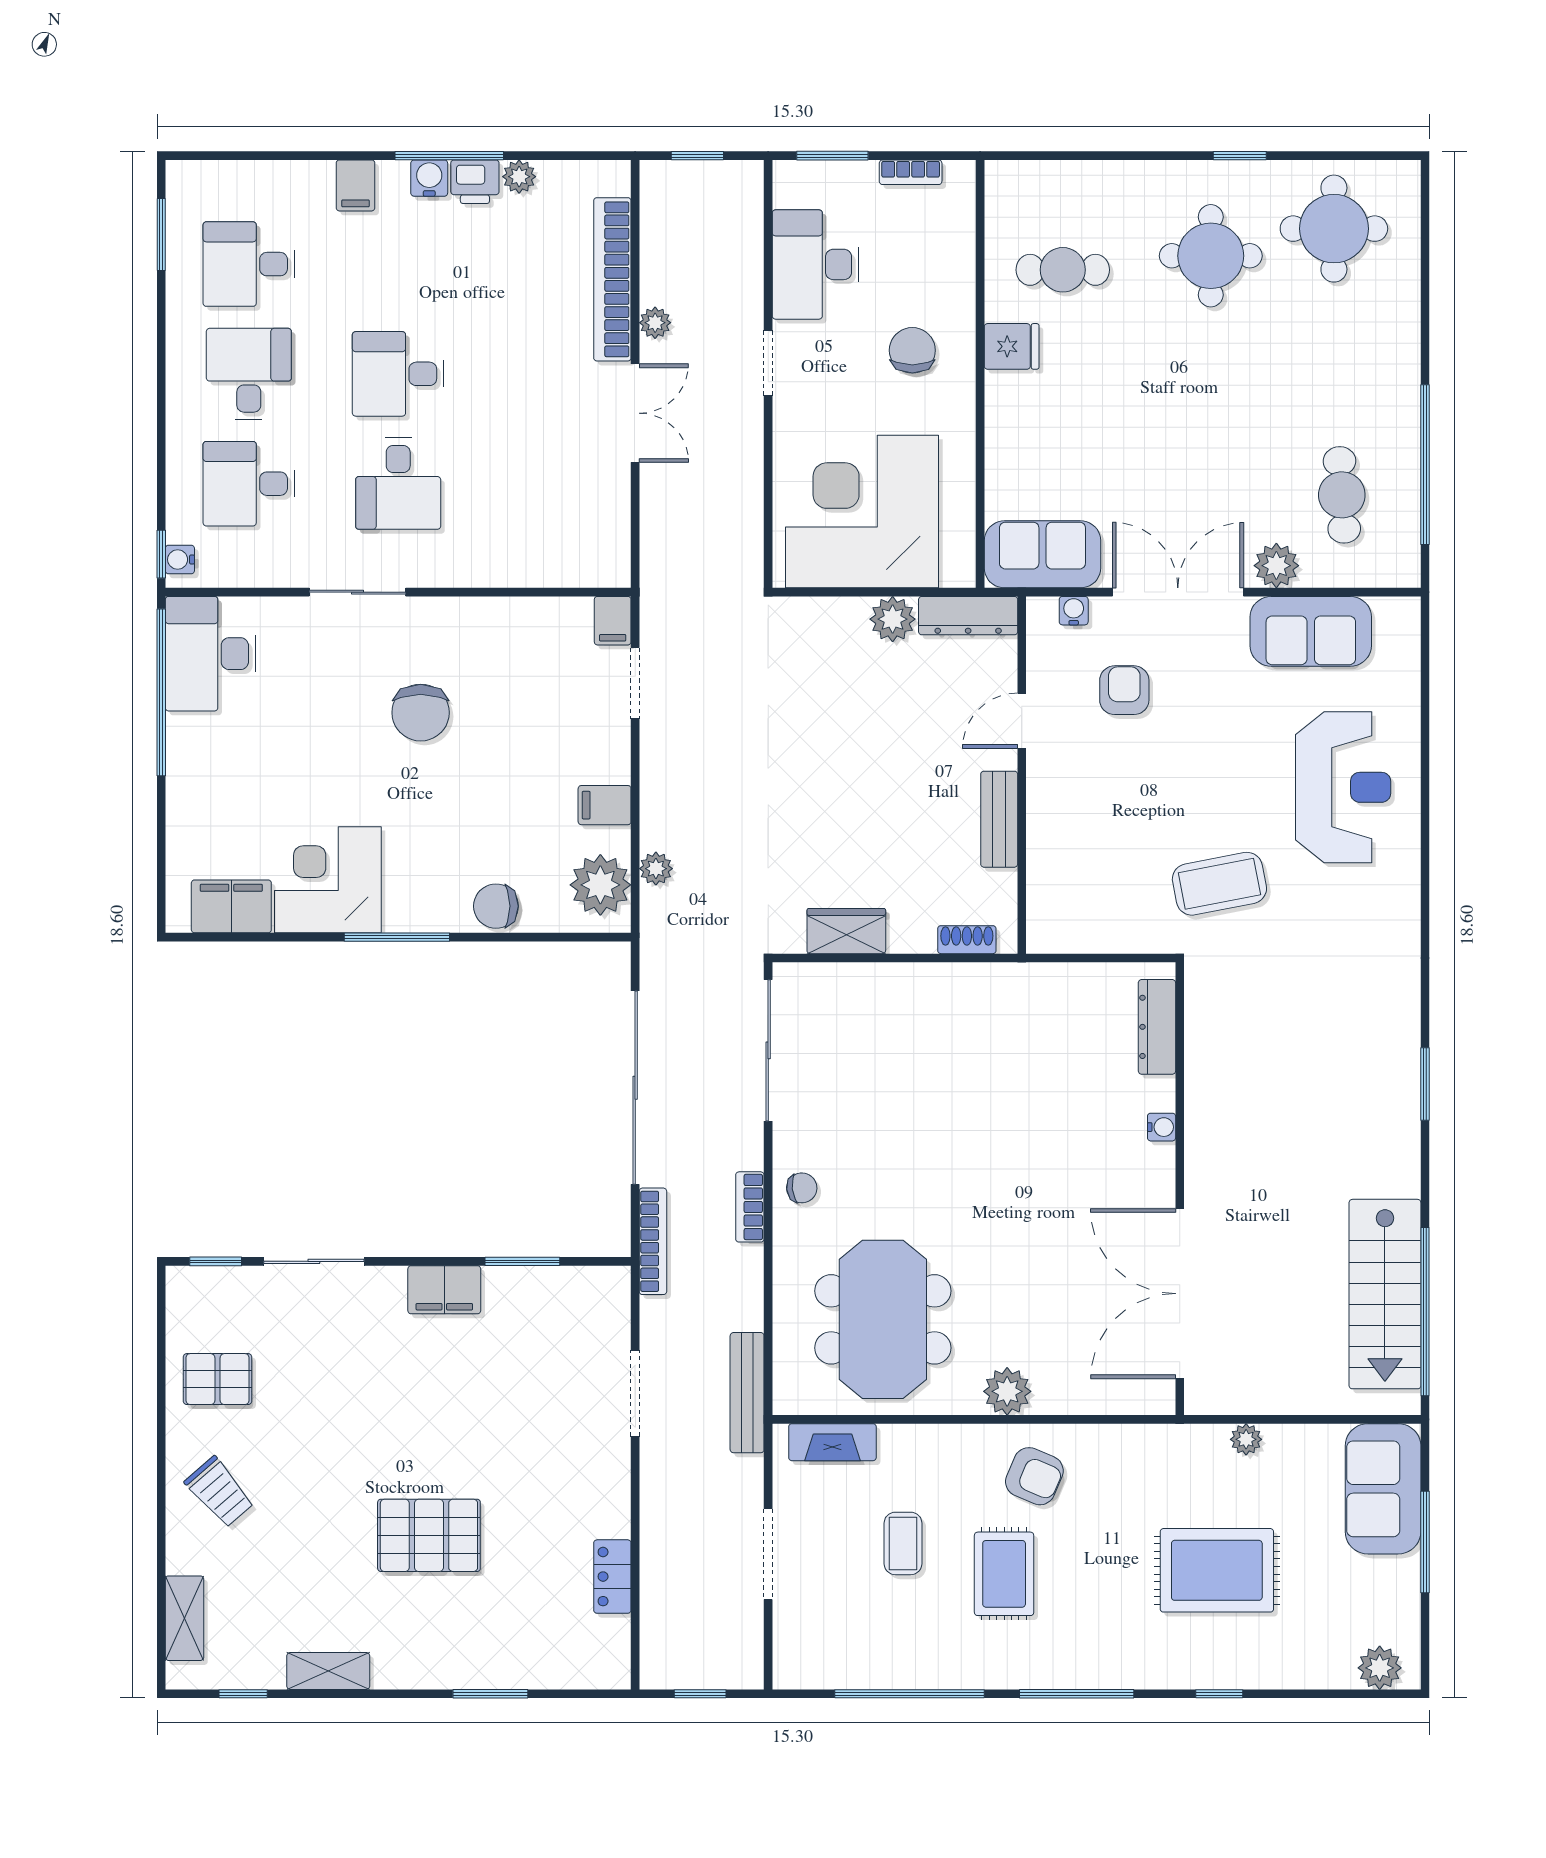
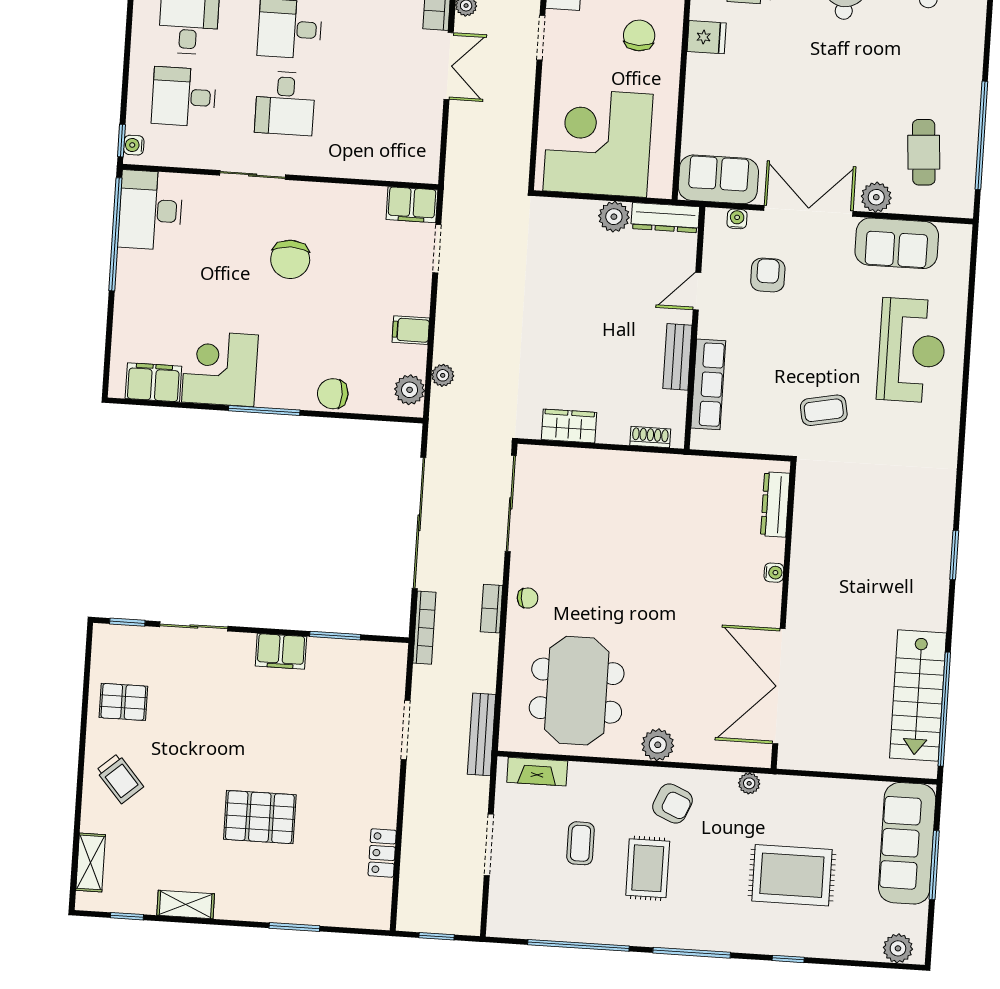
filing cabinet: (613, 621) -> (412, 205), width x2.00
row of seats: (1047, 857) -> (708, 384), added
coffee table: (1219, 884) -> (824, 410), width x0.73, depth x0.77
plant: (600, 885) -> (410, 390), width x0.73, depth x0.73
plant: (1246, 1439) -> (749, 783), moved
sofa: (1383, 1489) -> (907, 843), width x1.36

